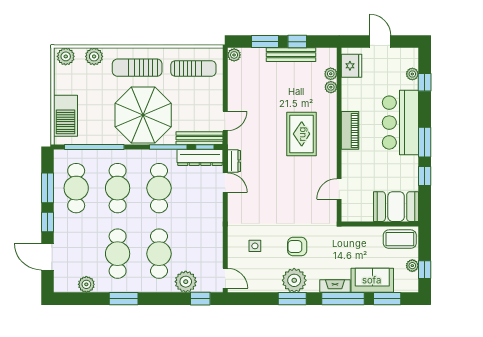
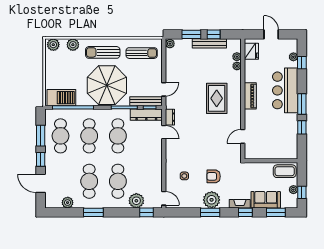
barbecue: (66, 116) -> (61, 98), moved, turned -90
booth: (396, 207) -> (282, 149), removed
window: (343, 299) -> (245, 212), width x0.46

